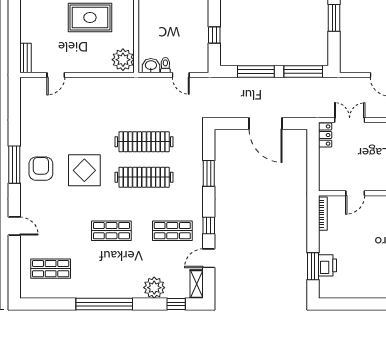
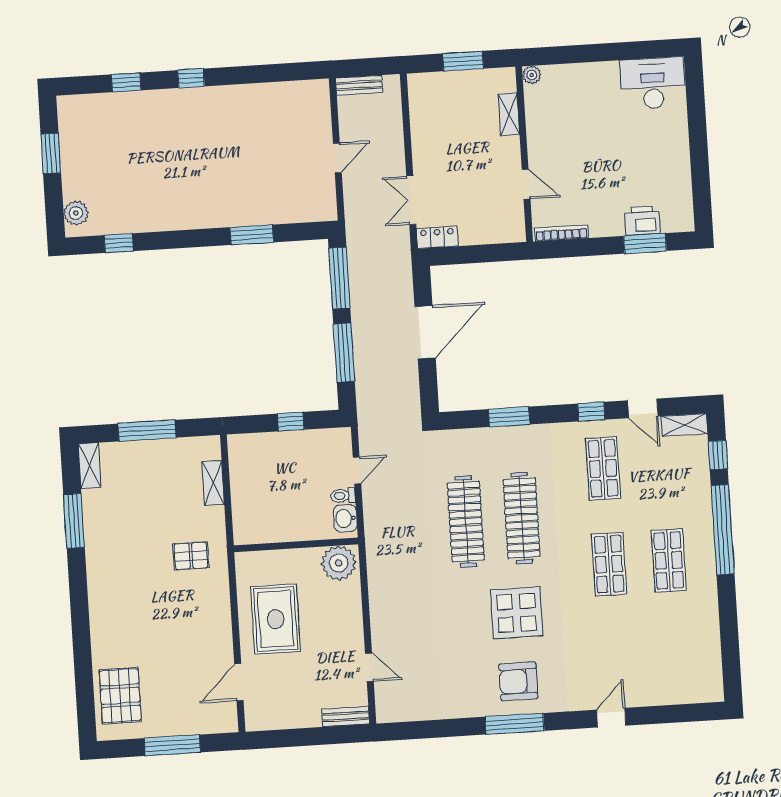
shop shelf: (51, 269) -> (669, 560), moved
plant: (154, 288) -> (694, 491), removed
window: (104, 304) -> (723, 530), moved

